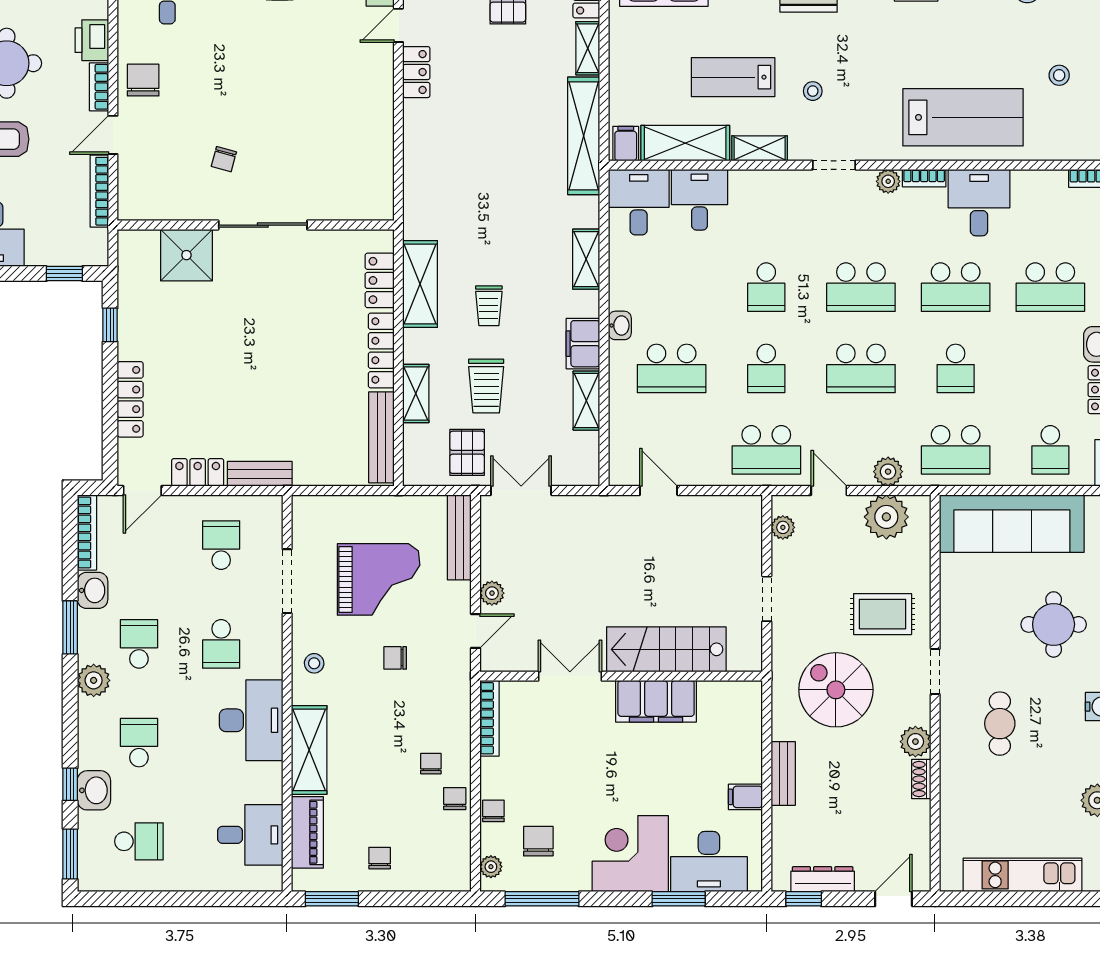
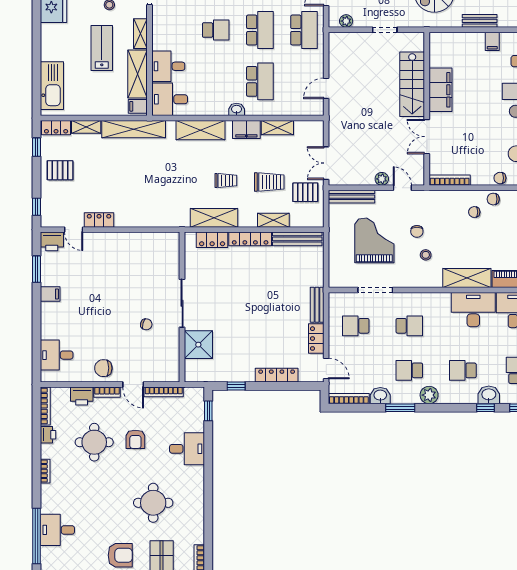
lab bench: (733, 77) -> (102, 48), turned 180
shelving: (586, 259) -> (201, 130), width x1.50, depth x1.33
school desk: (766, 368) -> (260, 30), width x1.85
stool: (314, 663) -> (426, 255), moved
desk: (251, 720) -> (473, 310), moved

